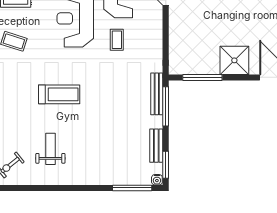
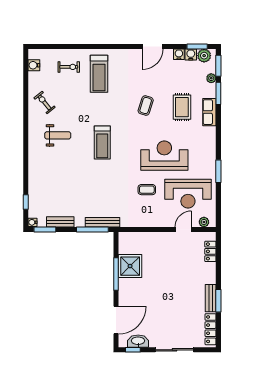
shower: (234, 60) -> (130, 266), moved
window: (202, 77) -> (116, 274), moved
window: (132, 188) -> (26, 202), width x0.46

